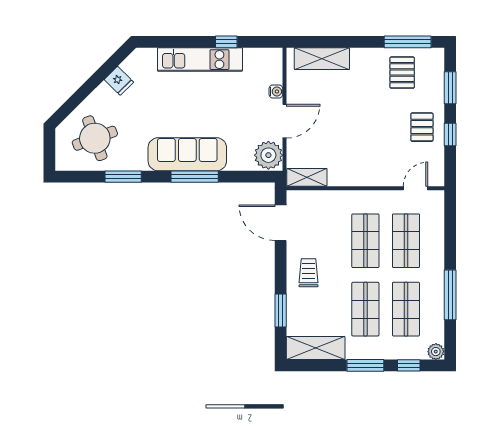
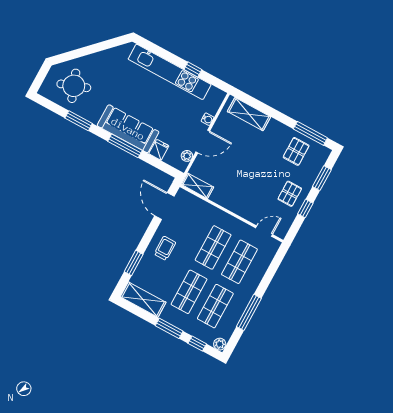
kitchen unit: (200, 60) -> (170, 72), width x1.36
fridge: (119, 81) -> (159, 150), moved, turned -135
plant: (268, 155) -> (187, 156), width x0.53, depth x0.53

